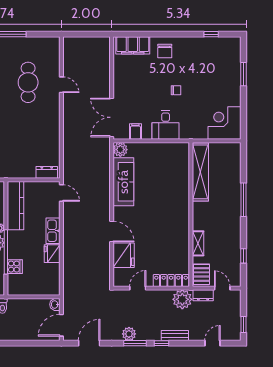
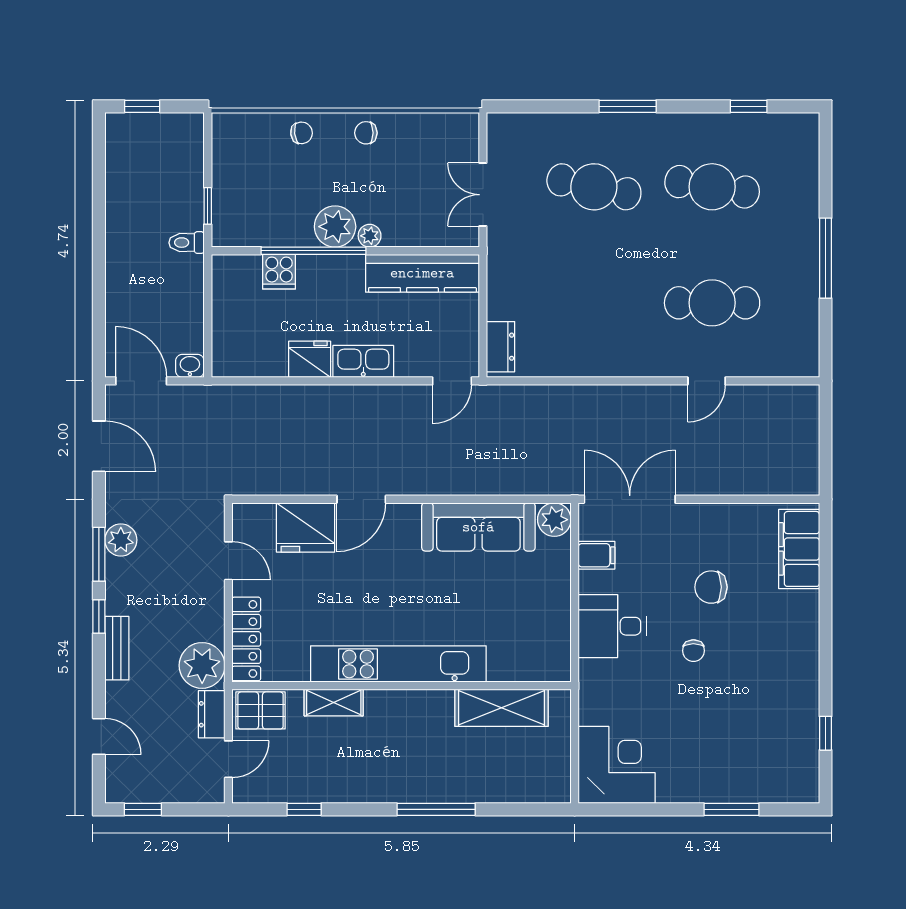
chair: (165, 51) -> (711, 587), moved
shelving: (200, 172) -> (501, 708), width x0.68
kitchen unit: (182, 216) -> (398, 664), added

